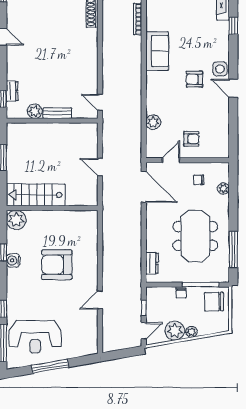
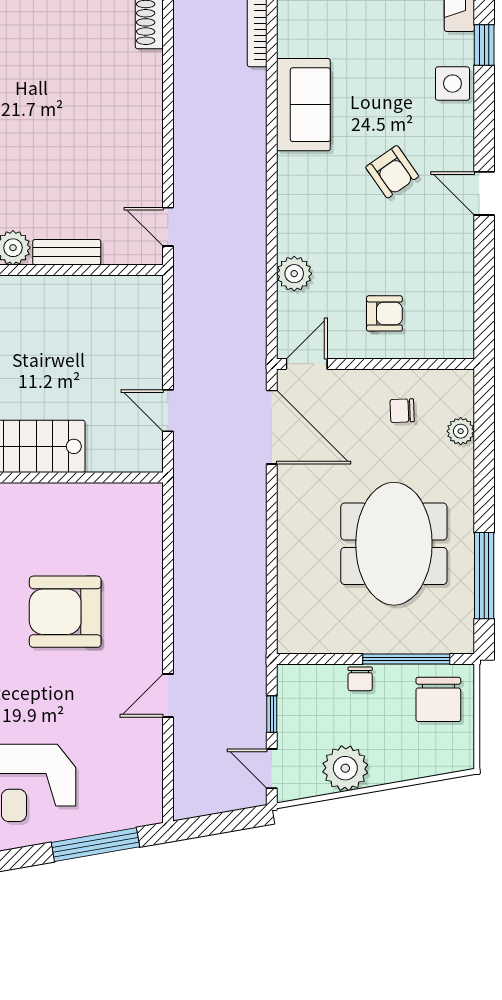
side table: (220, 69) -> (452, 84), moved
armchair: (194, 79) -> (392, 172), turned -125
door: (171, 160) -> (307, 364), moved
door: (100, 167) -> (168, 411), moved
dresser: (152, 263) -> (291, 608), removed
chair: (214, 302) -> (438, 699), turned -90
door: (144, 331) -> (272, 769), swing flipped
plant: (192, 332) -> (385, 771), removed
window: (50, 366) -> (95, 845), moved

